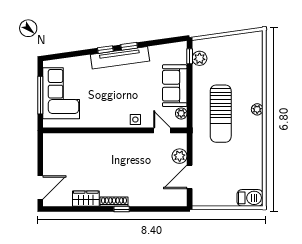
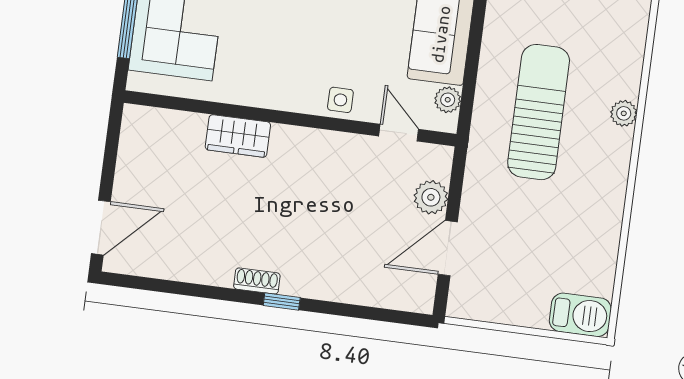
sun lounger: (221, 114) -> (539, 112), turned 180
wardrobe: (86, 199) -> (238, 136), moved, turned 180
shoe rack: (114, 202) -> (257, 281), width x0.70

